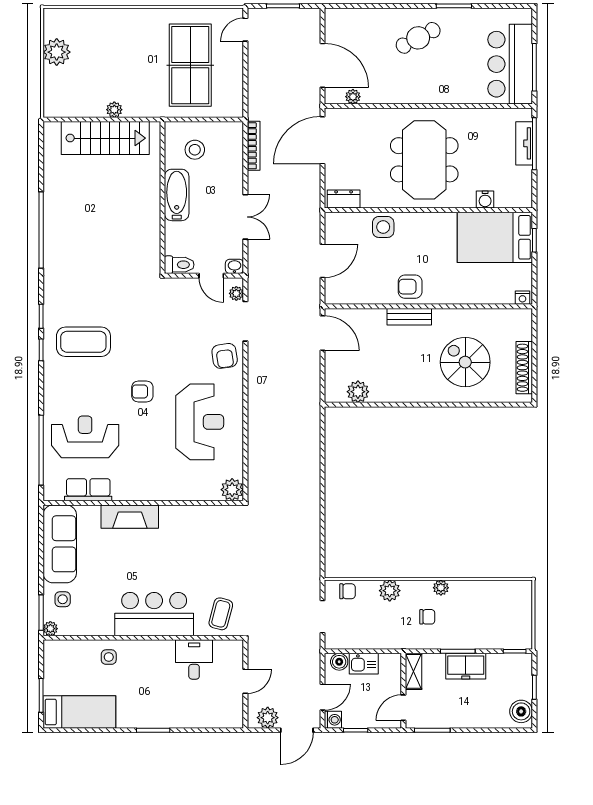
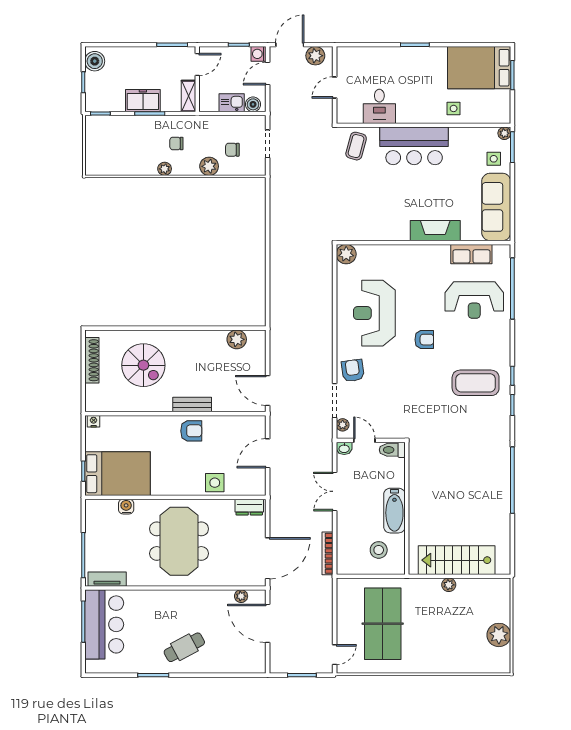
tv unit: (524, 143) -> (107, 579), moved, turned -90
chair: (347, 591) -> (232, 150), moved
bed: (79, 712) -> (479, 68), width x1.50

